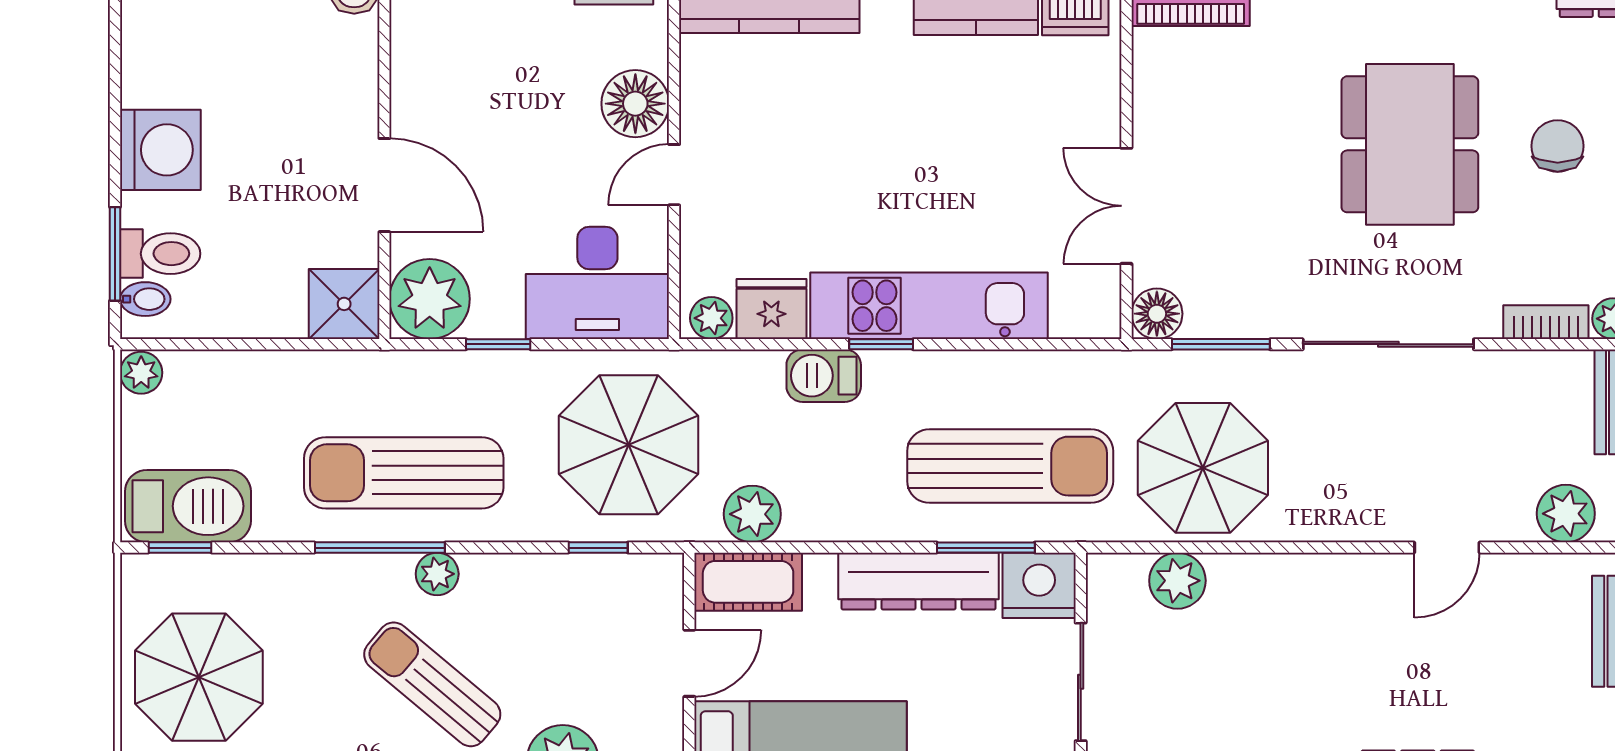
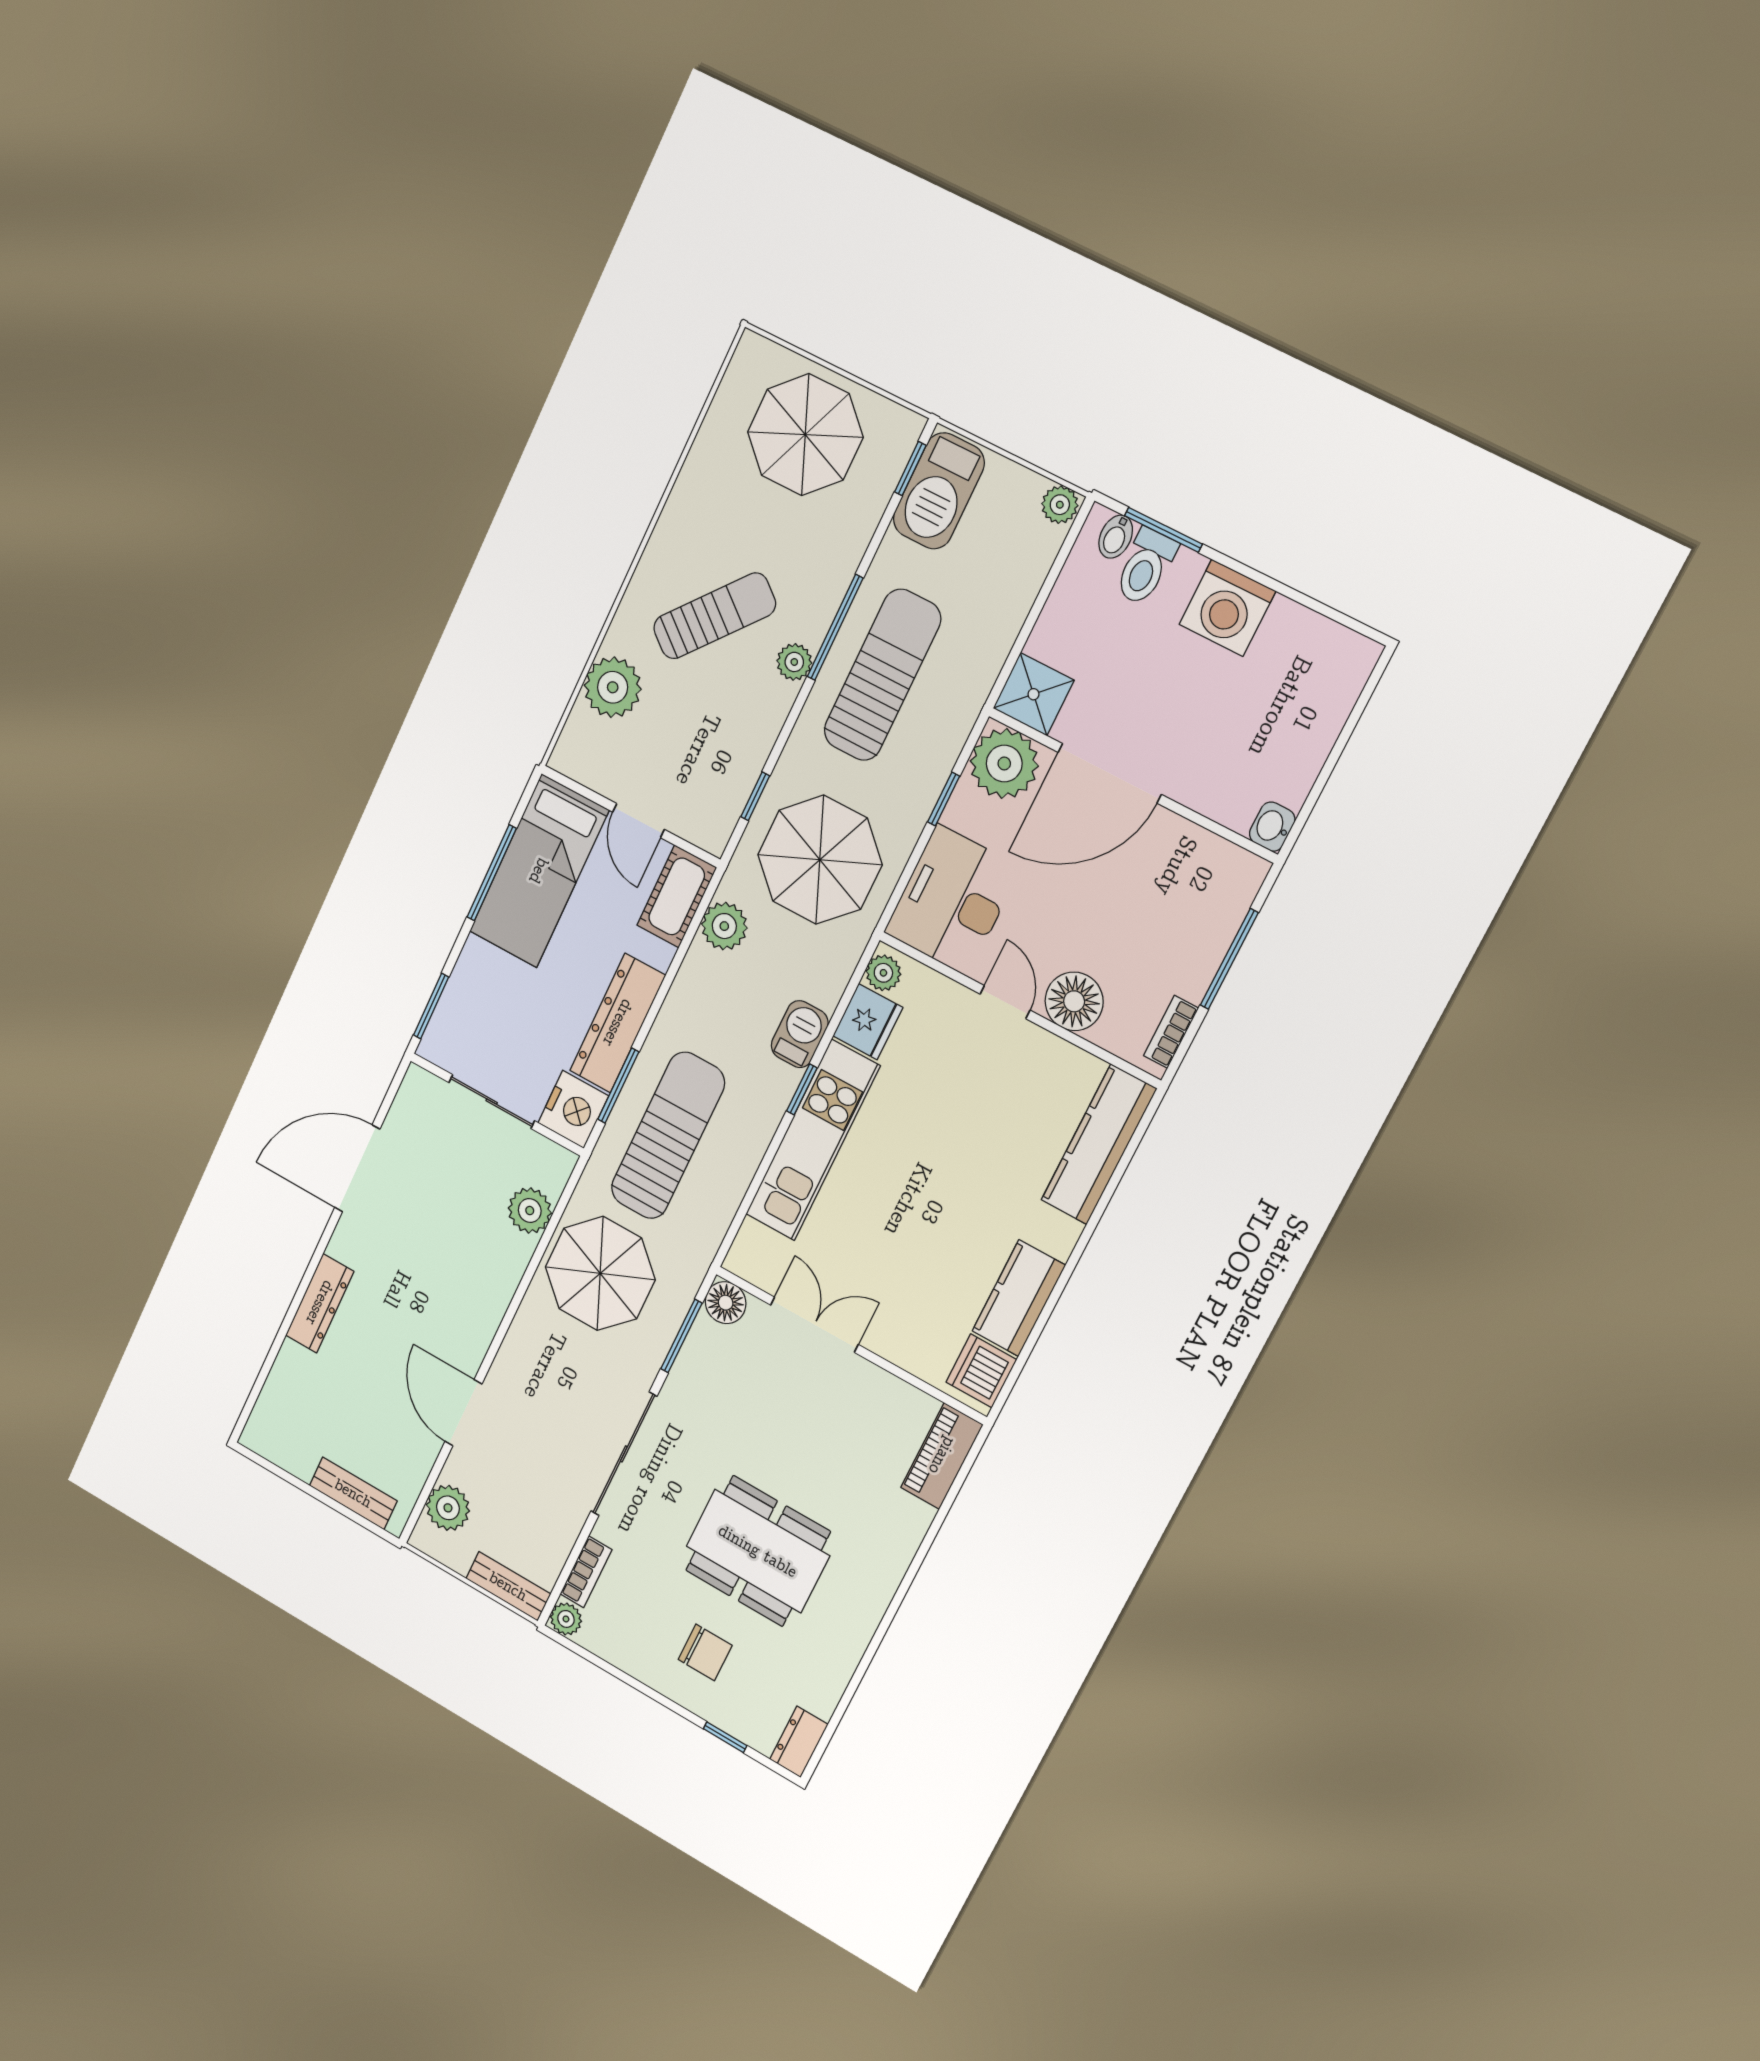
door: (384, 185) -> (1110, 773), width x1.36
sun lounger: (1010, 466) -> (668, 1136), turned 180
door: (1447, 548) -> (463, 1413), width x1.38

